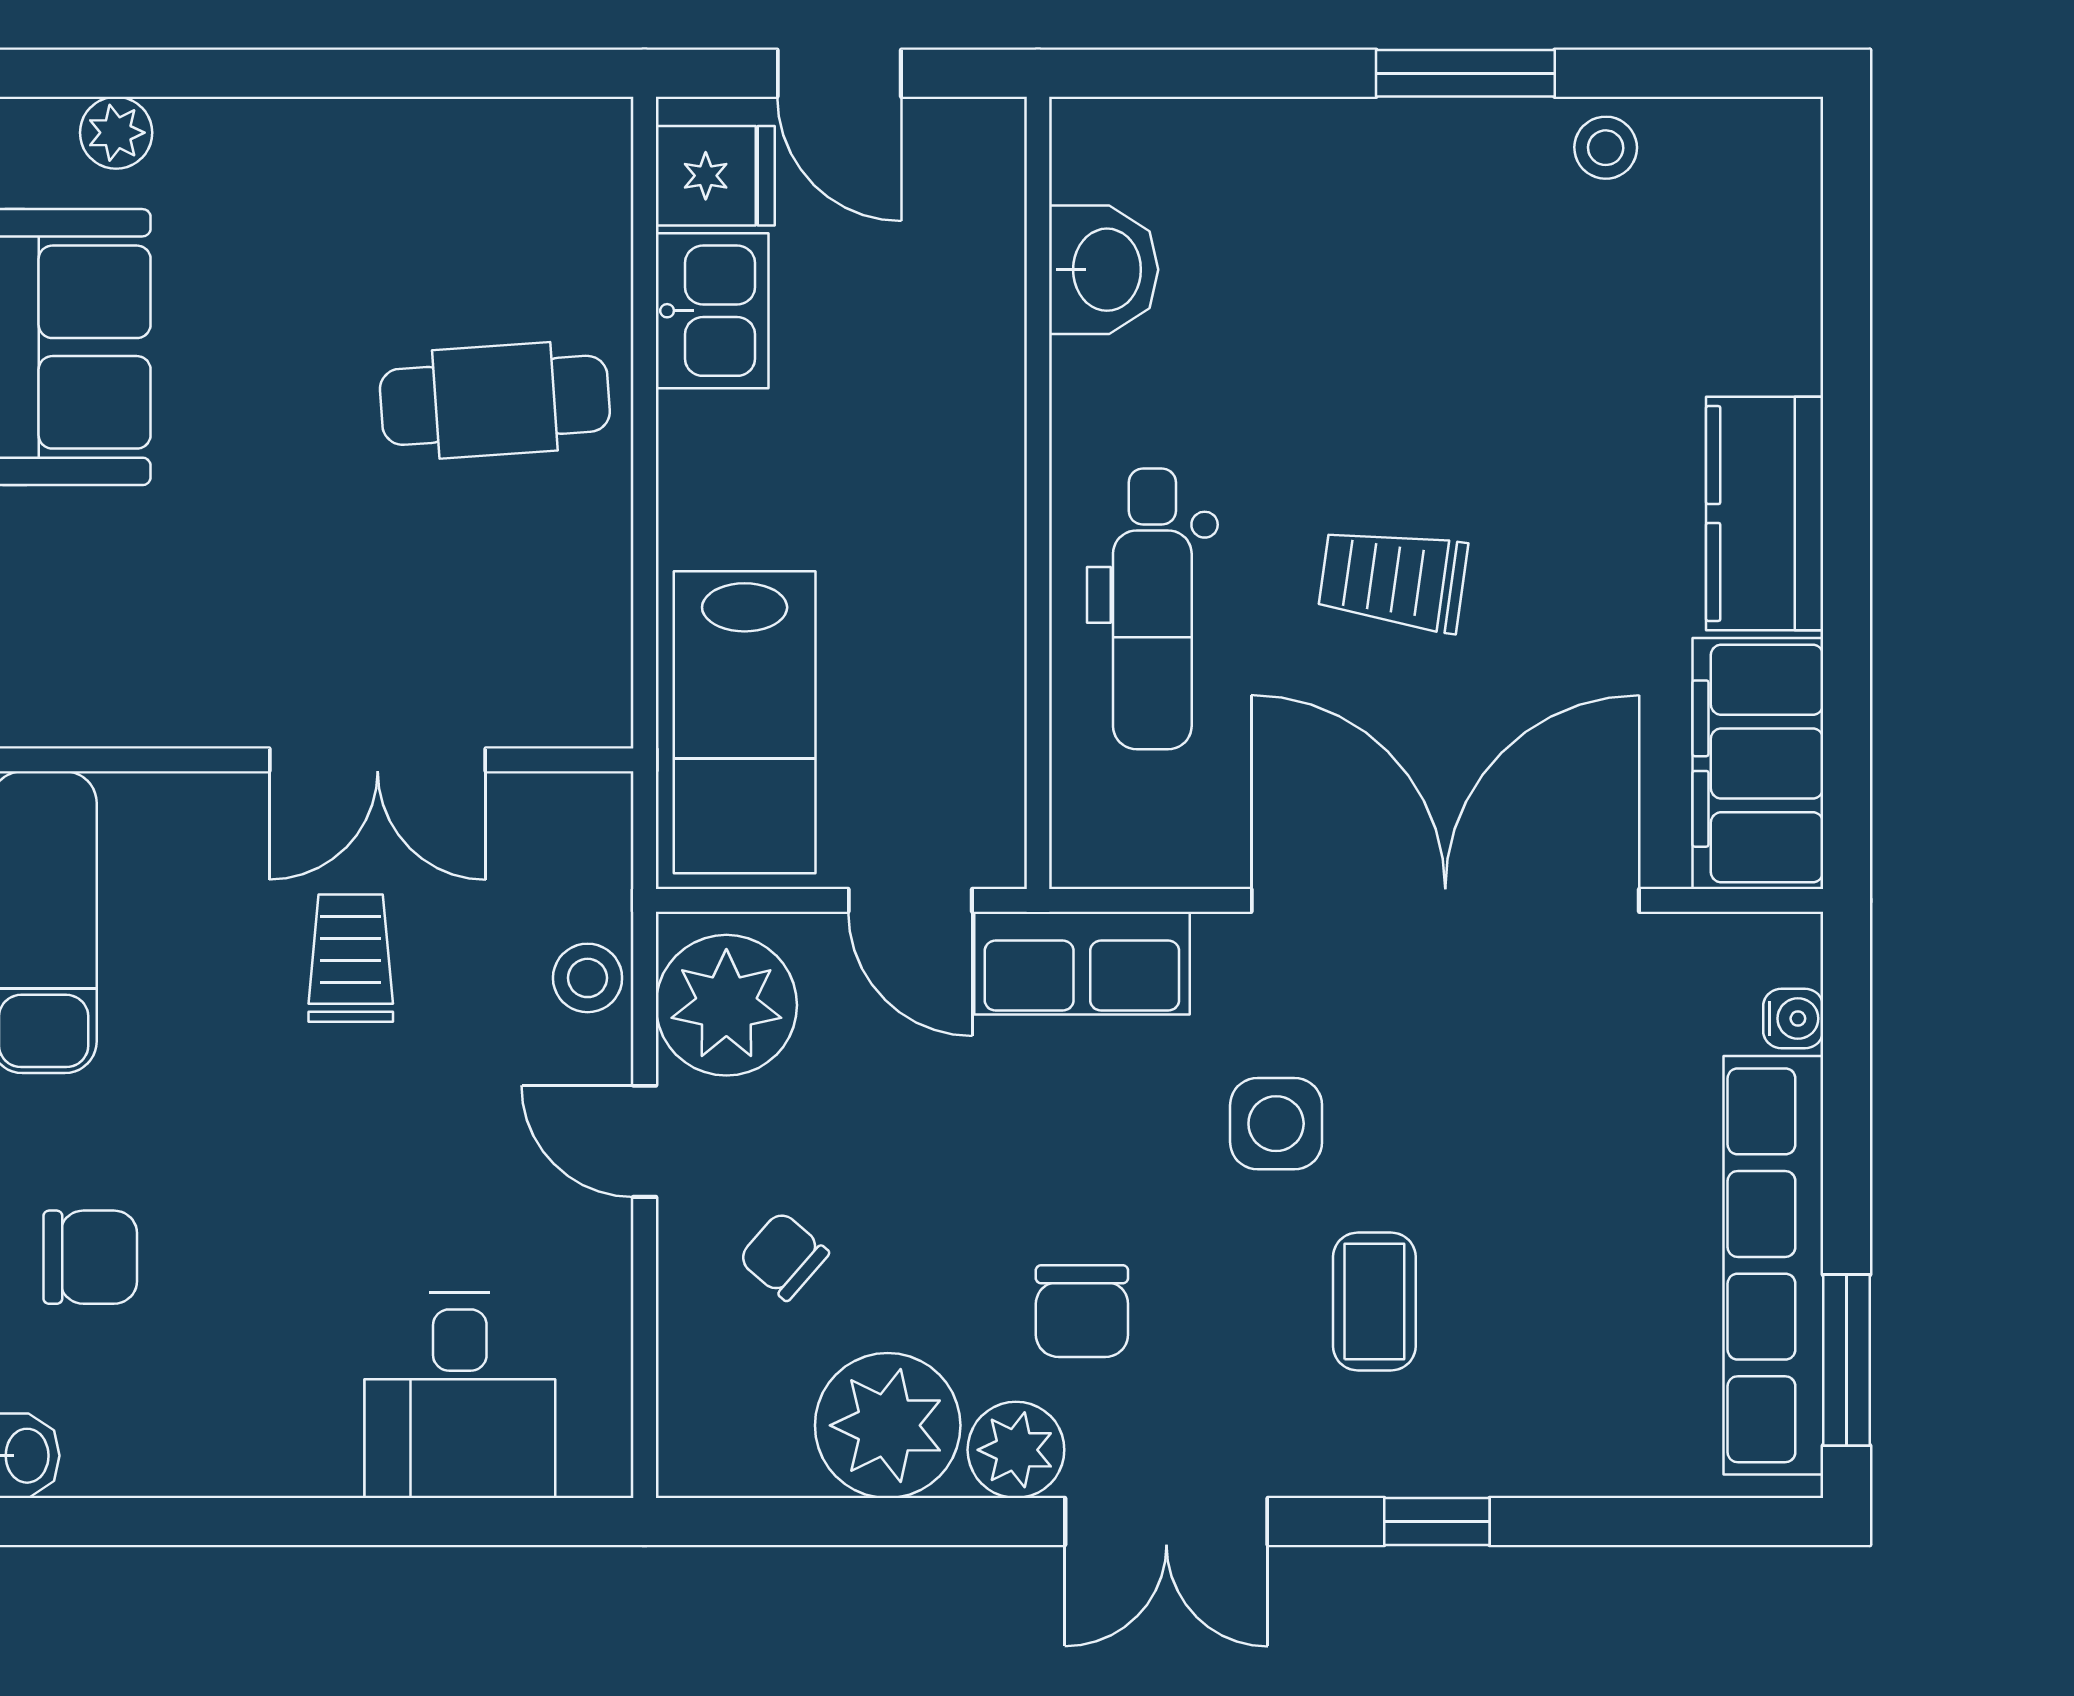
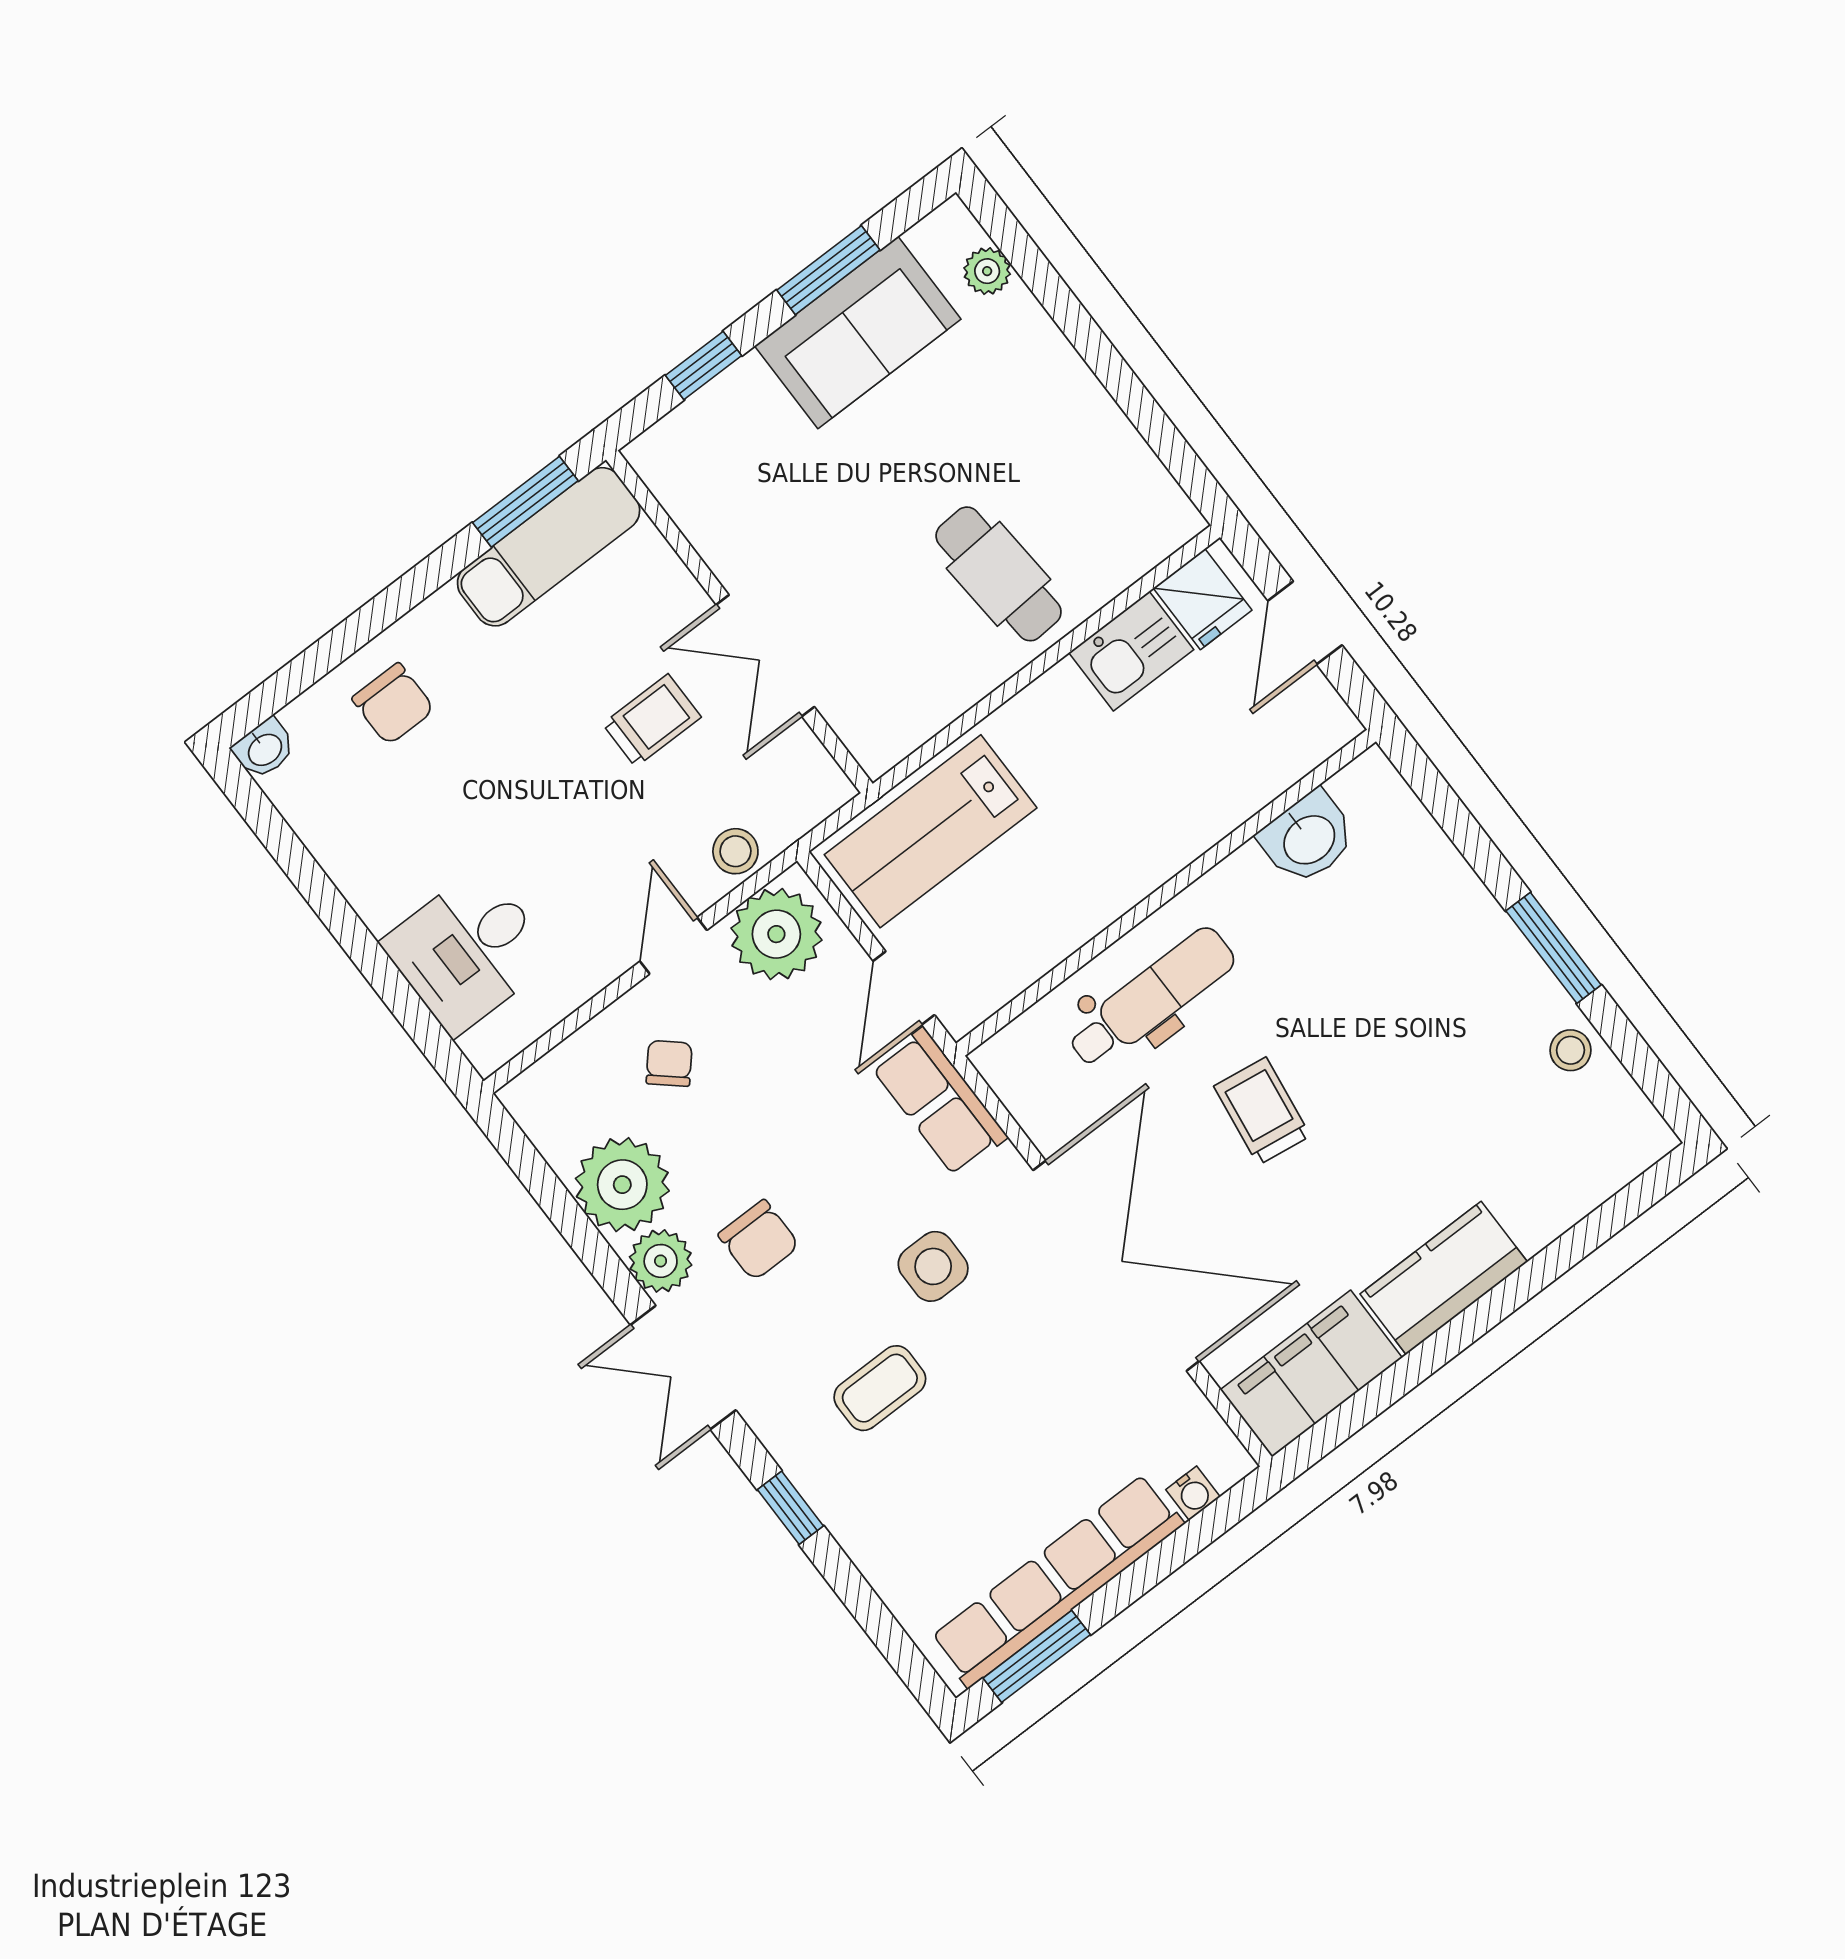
dental chair: (1152, 609) -> (1151, 998), turned 180
chair: (1082, 1311) -> (759, 1240), turned -90

